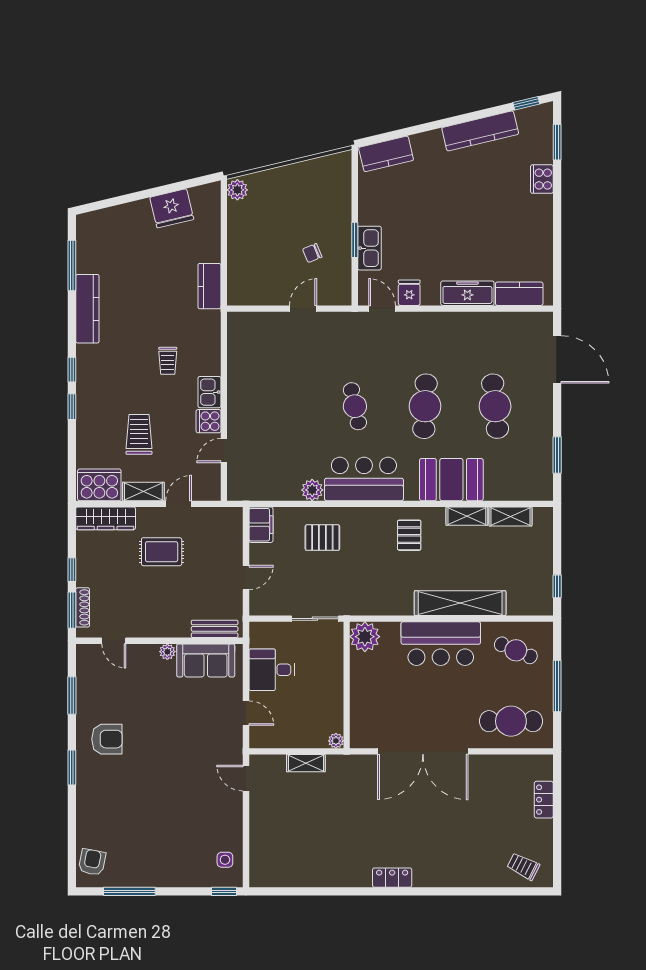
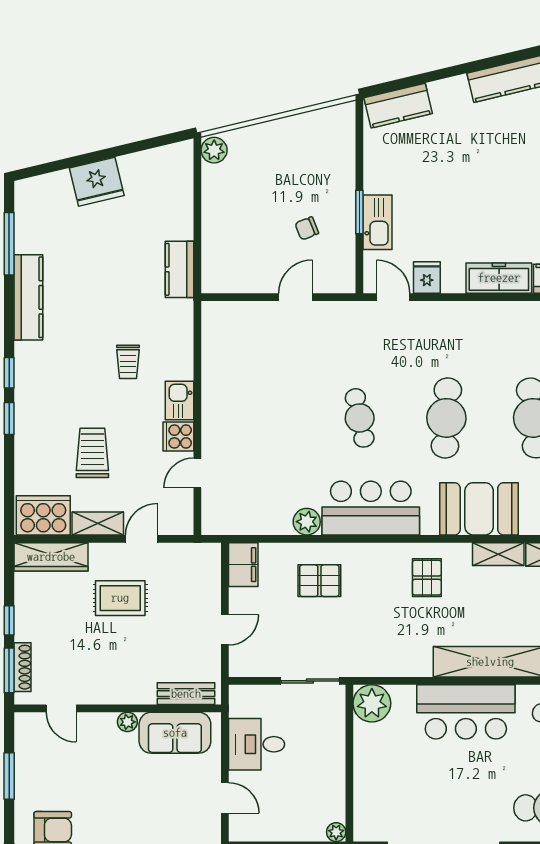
fridge: (172, 208) -> (97, 182), moved

